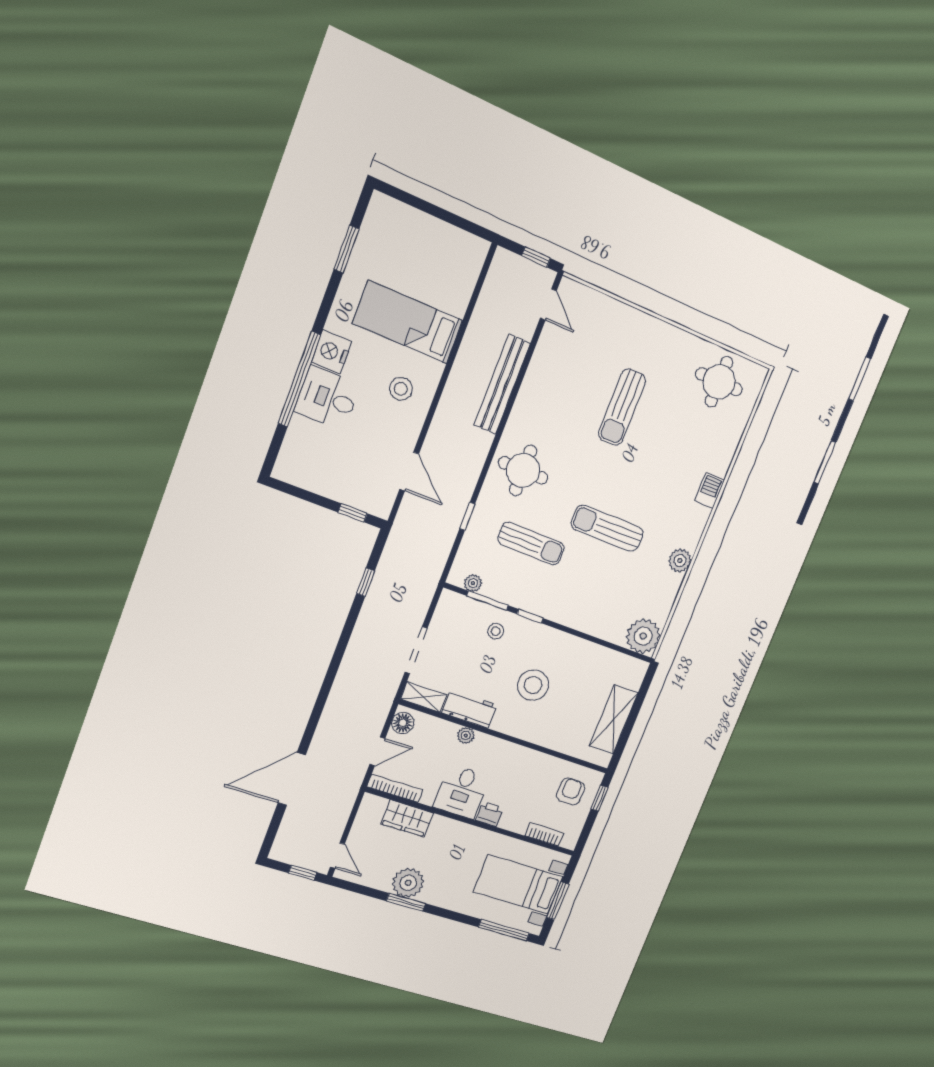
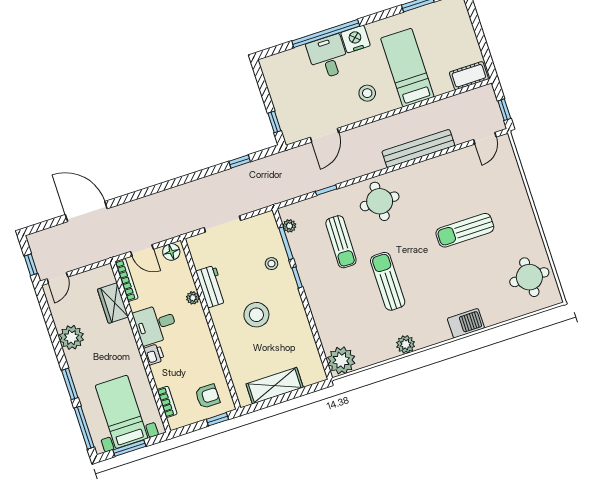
cot: (470, 263) -> (469, 76), added
barbecue: (709, 490) -> (466, 323), width x1.38, depth x1.27
shelving: (424, 697) -> (197, 252), removed
window: (406, 902) -> (70, 384), moved

